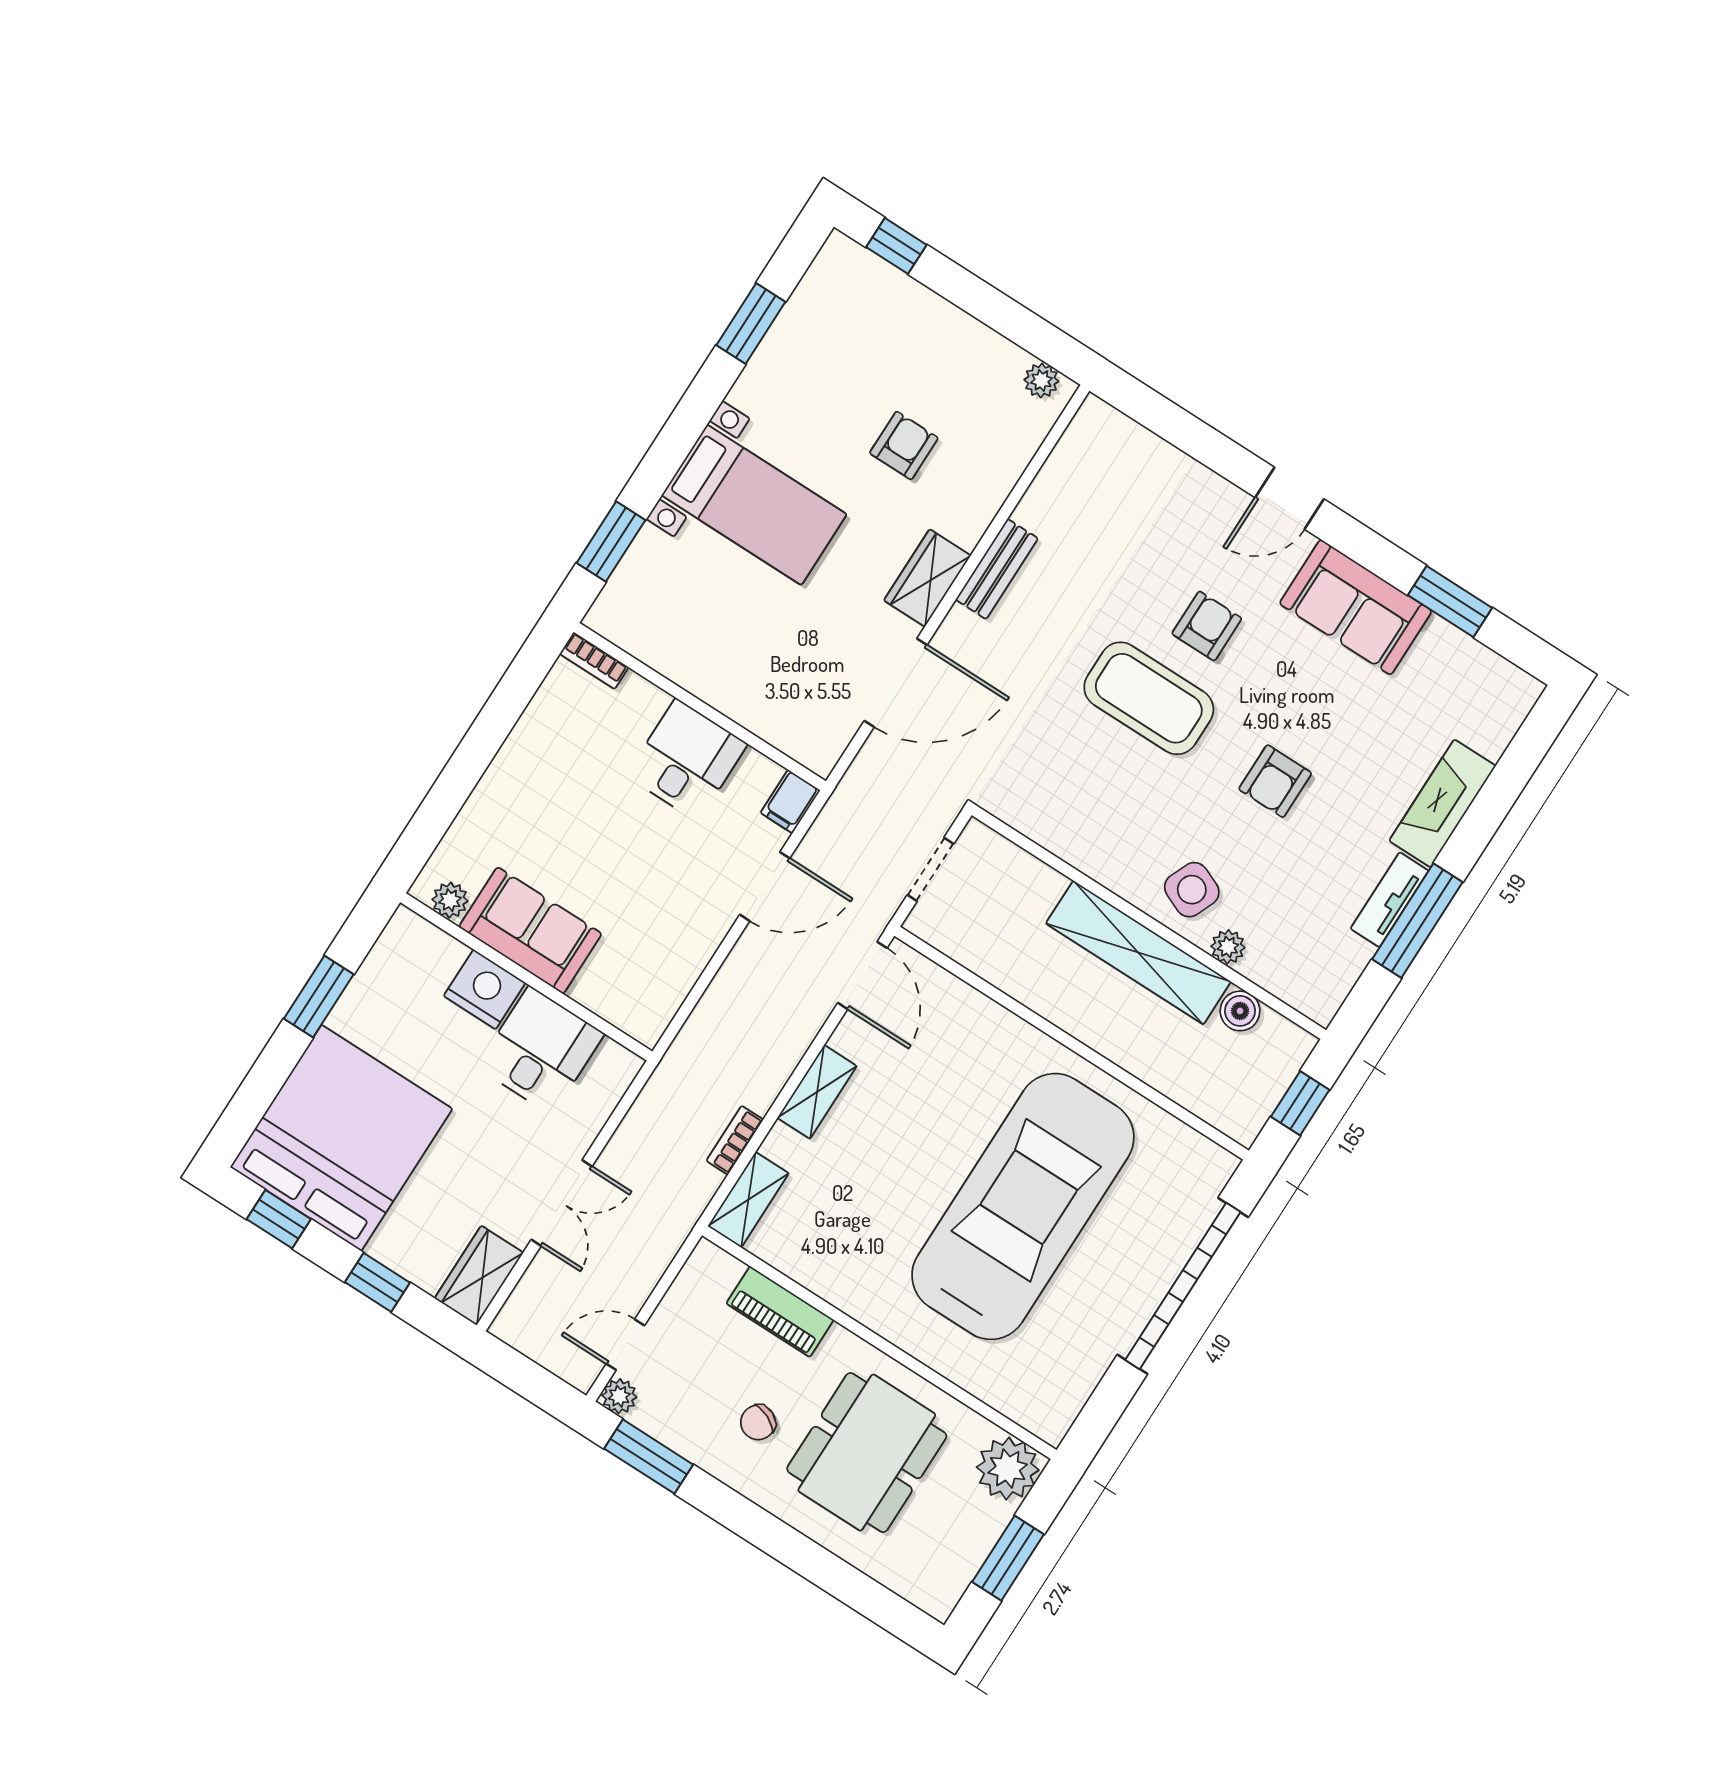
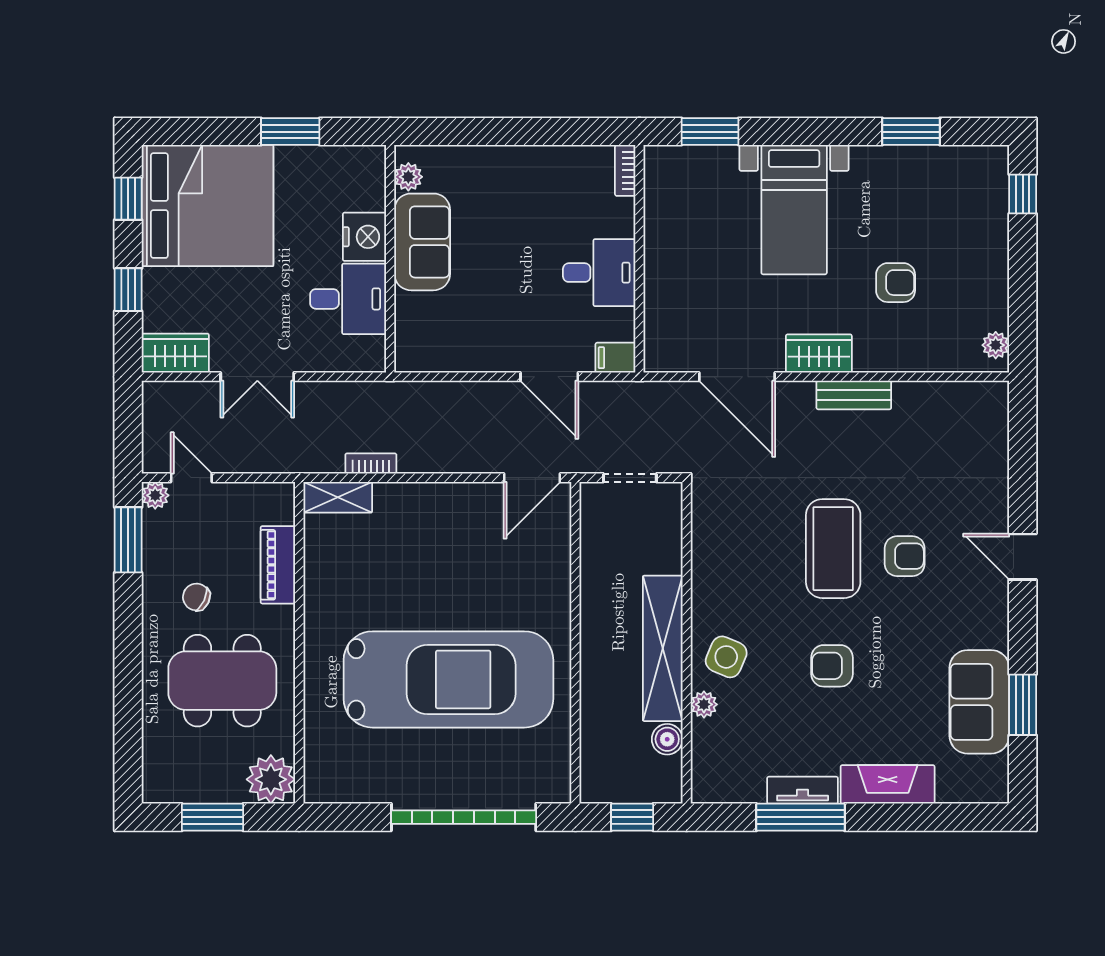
sofa: (1356, 607) -> (979, 702), moved
shelving: (817, 1092) -> (437, 497), removed

